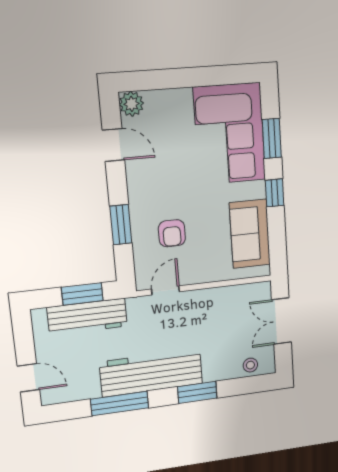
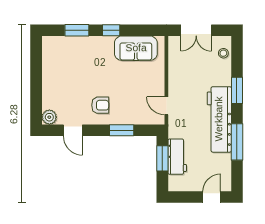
corner sofa: (230, 134) -> (72, 57), removed
door: (113, 145) -> (73, 130), swing flipped
armchair: (172, 233) -> (100, 105), moved
workbench: (87, 317) -> (177, 157), width x0.73

